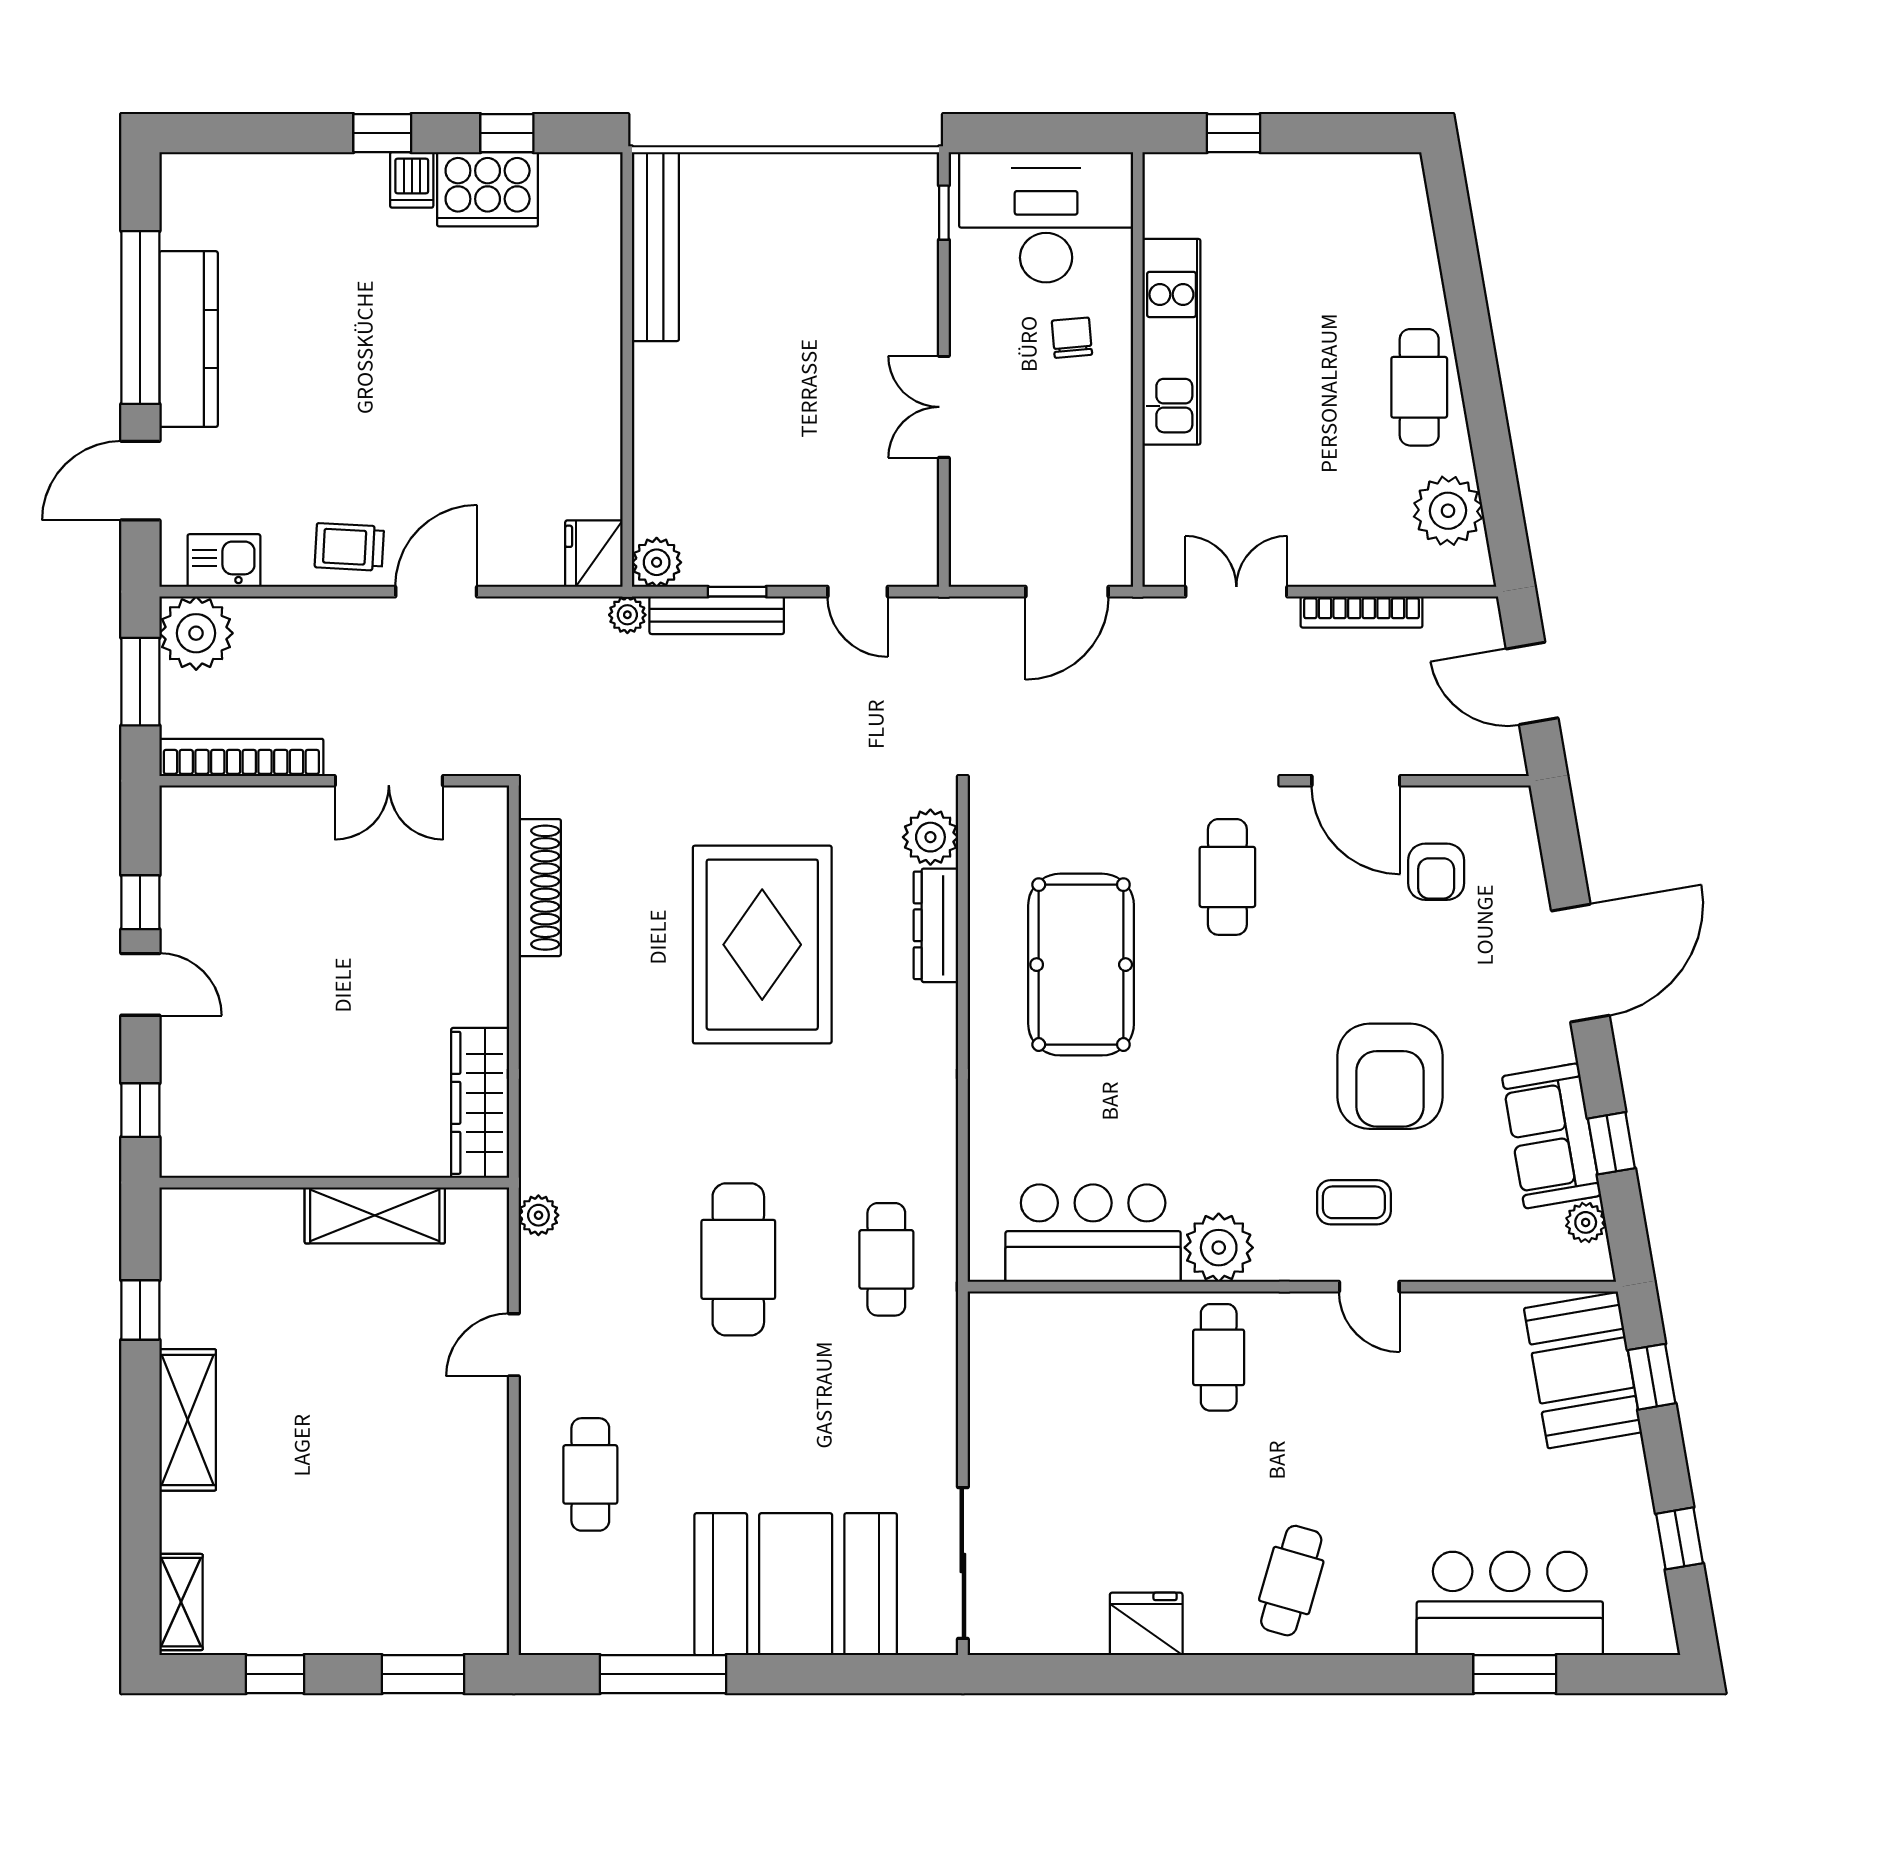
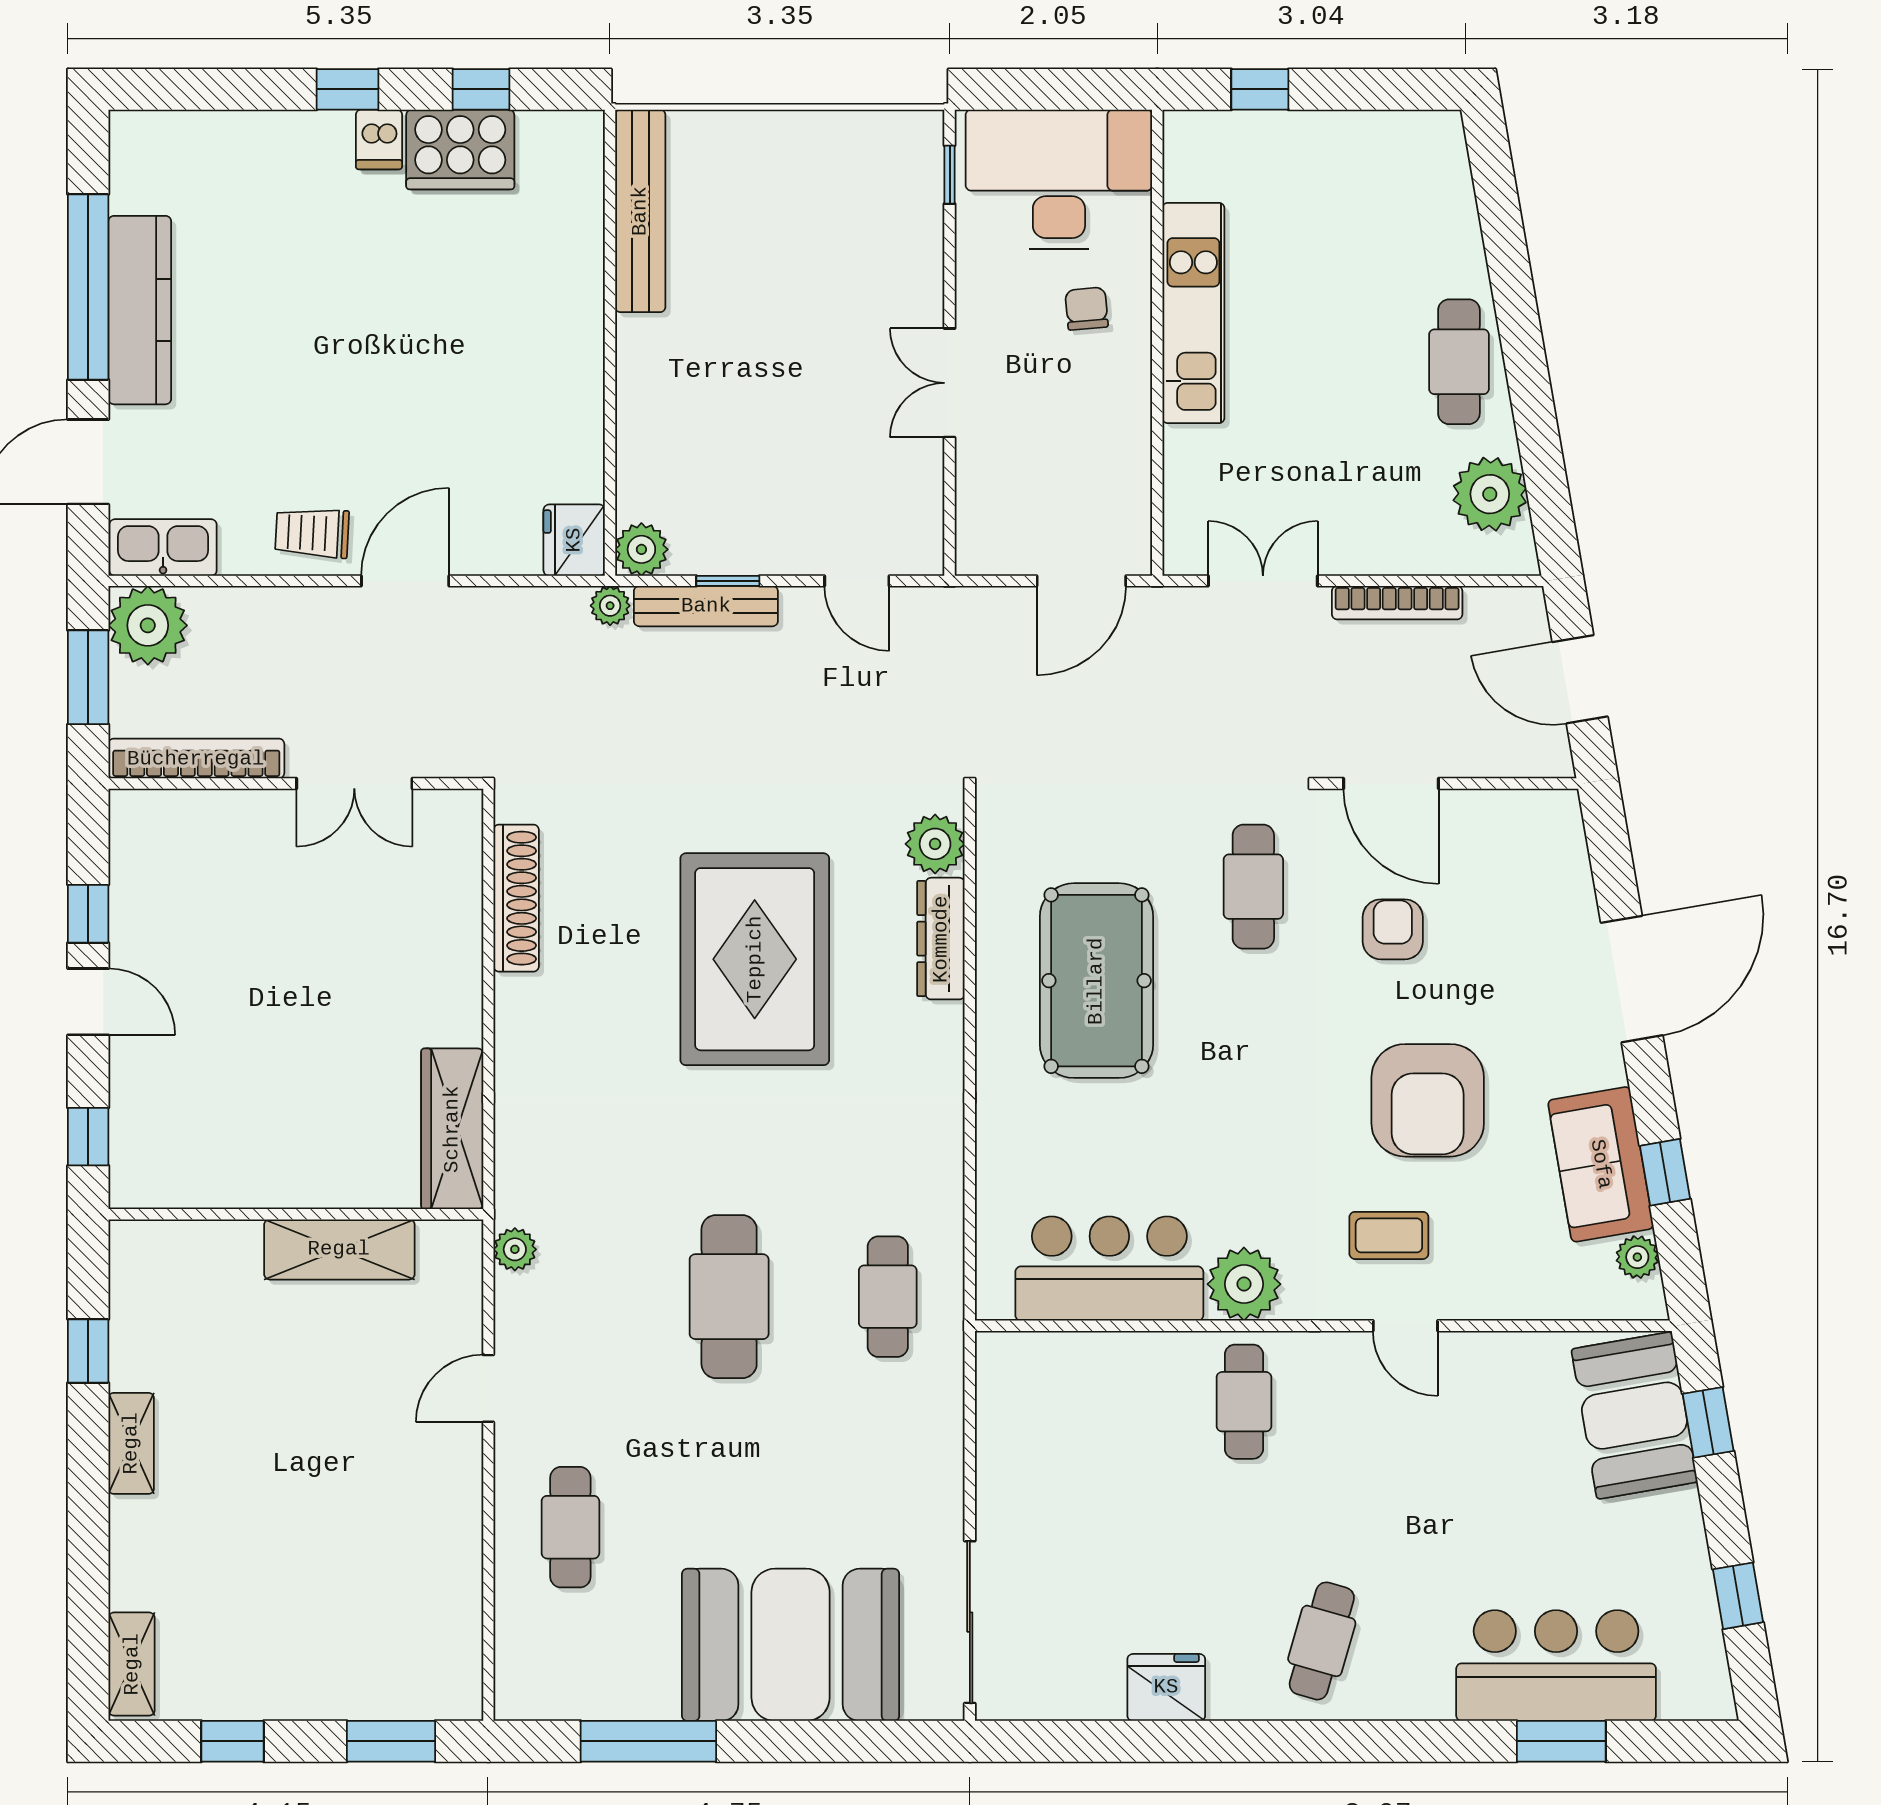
kitchen sink: (224, 561) -> (163, 548), width x1.38
armchair: (1436, 872) -> (1393, 929), moved, turned 180
shelving: (188, 1420) -> (131, 1443), width x0.67, depth x0.75

